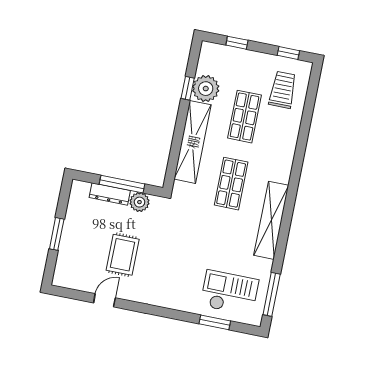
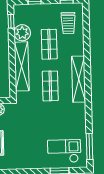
window: (188, 88) -> (11, 21), moved
trolley: (283, 90) -> (68, 23), turned 180
shelving: (271, 220) -> (79, 79), moved

